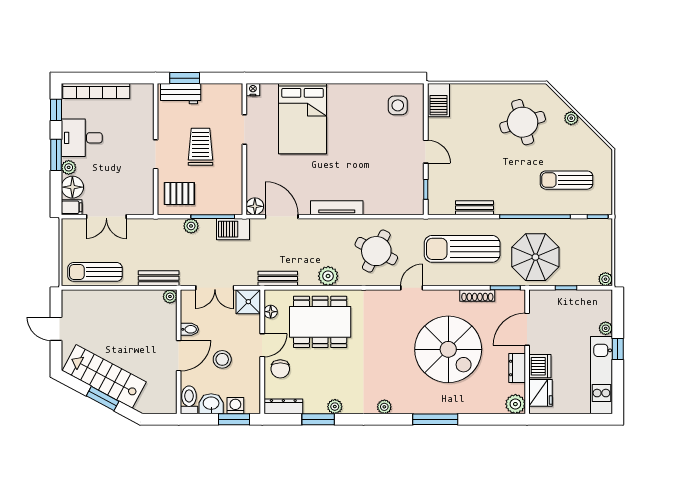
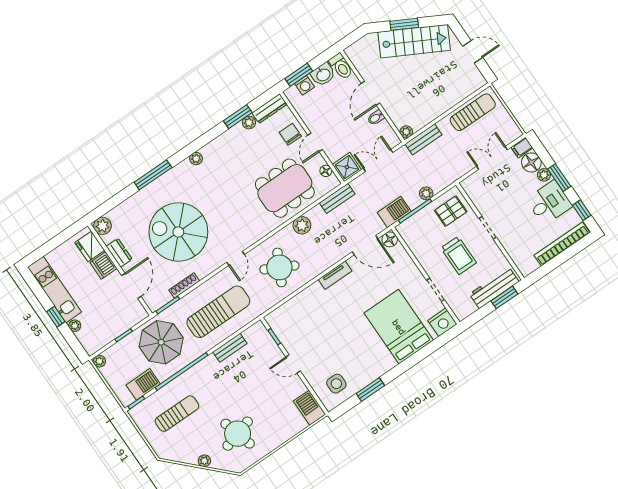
window: (370, 78) -> (370, 389), added
nightstand: (253, 90) -> (442, 322), width x1.89, depth x1.79
workbench: (181, 94) -> (494, 288), width x1.38
tv unit: (337, 208) -> (335, 275), width x0.71
barbecue: (579, 229) -> (143, 384), added
stool: (222, 359) -> (337, 112), removed
plant: (335, 407) -> (249, 123), moved

